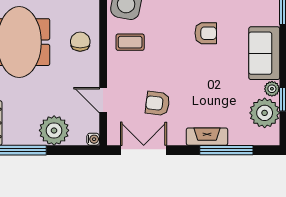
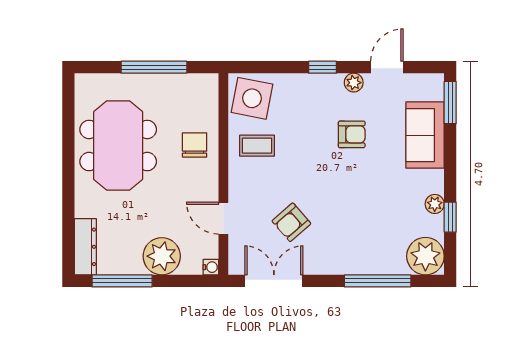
sofa: (264, 53) -> (425, 135), moved
armchair: (158, 103) -> (291, 222), turned -48
plant: (265, 113) -> (425, 256), moved
fireplace: (207, 137) -> (353, 264), removed

